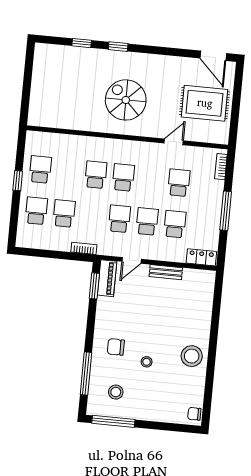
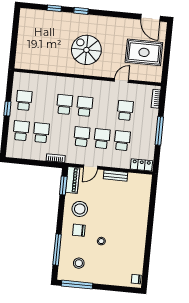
stool: (192, 356) -> (80, 209), moved

